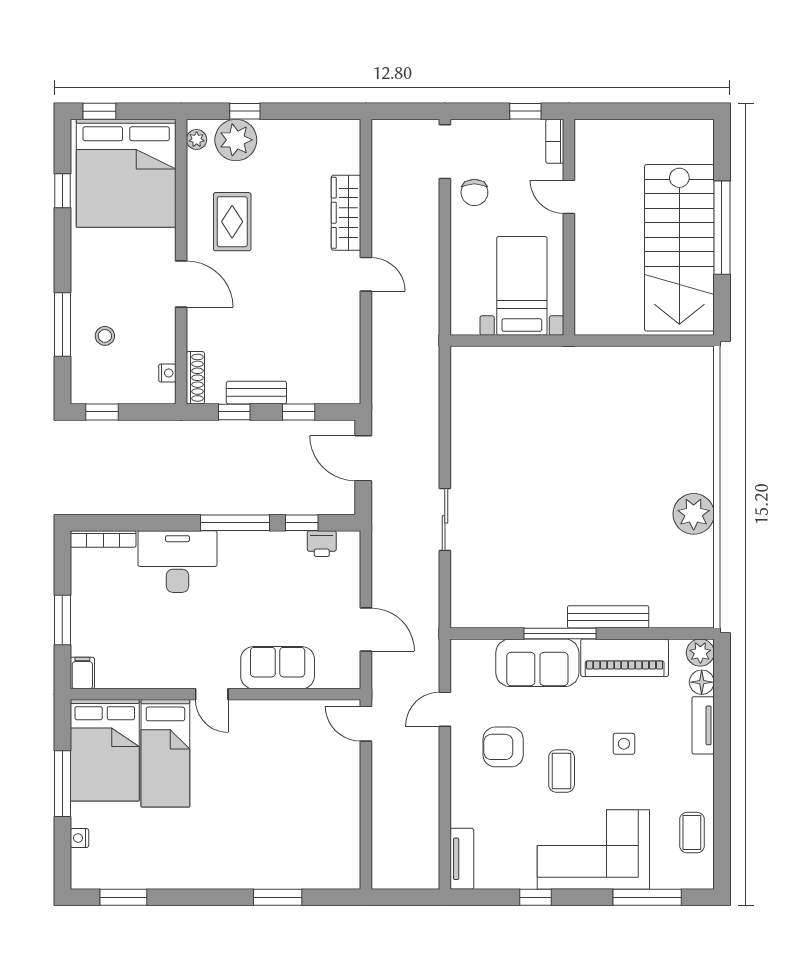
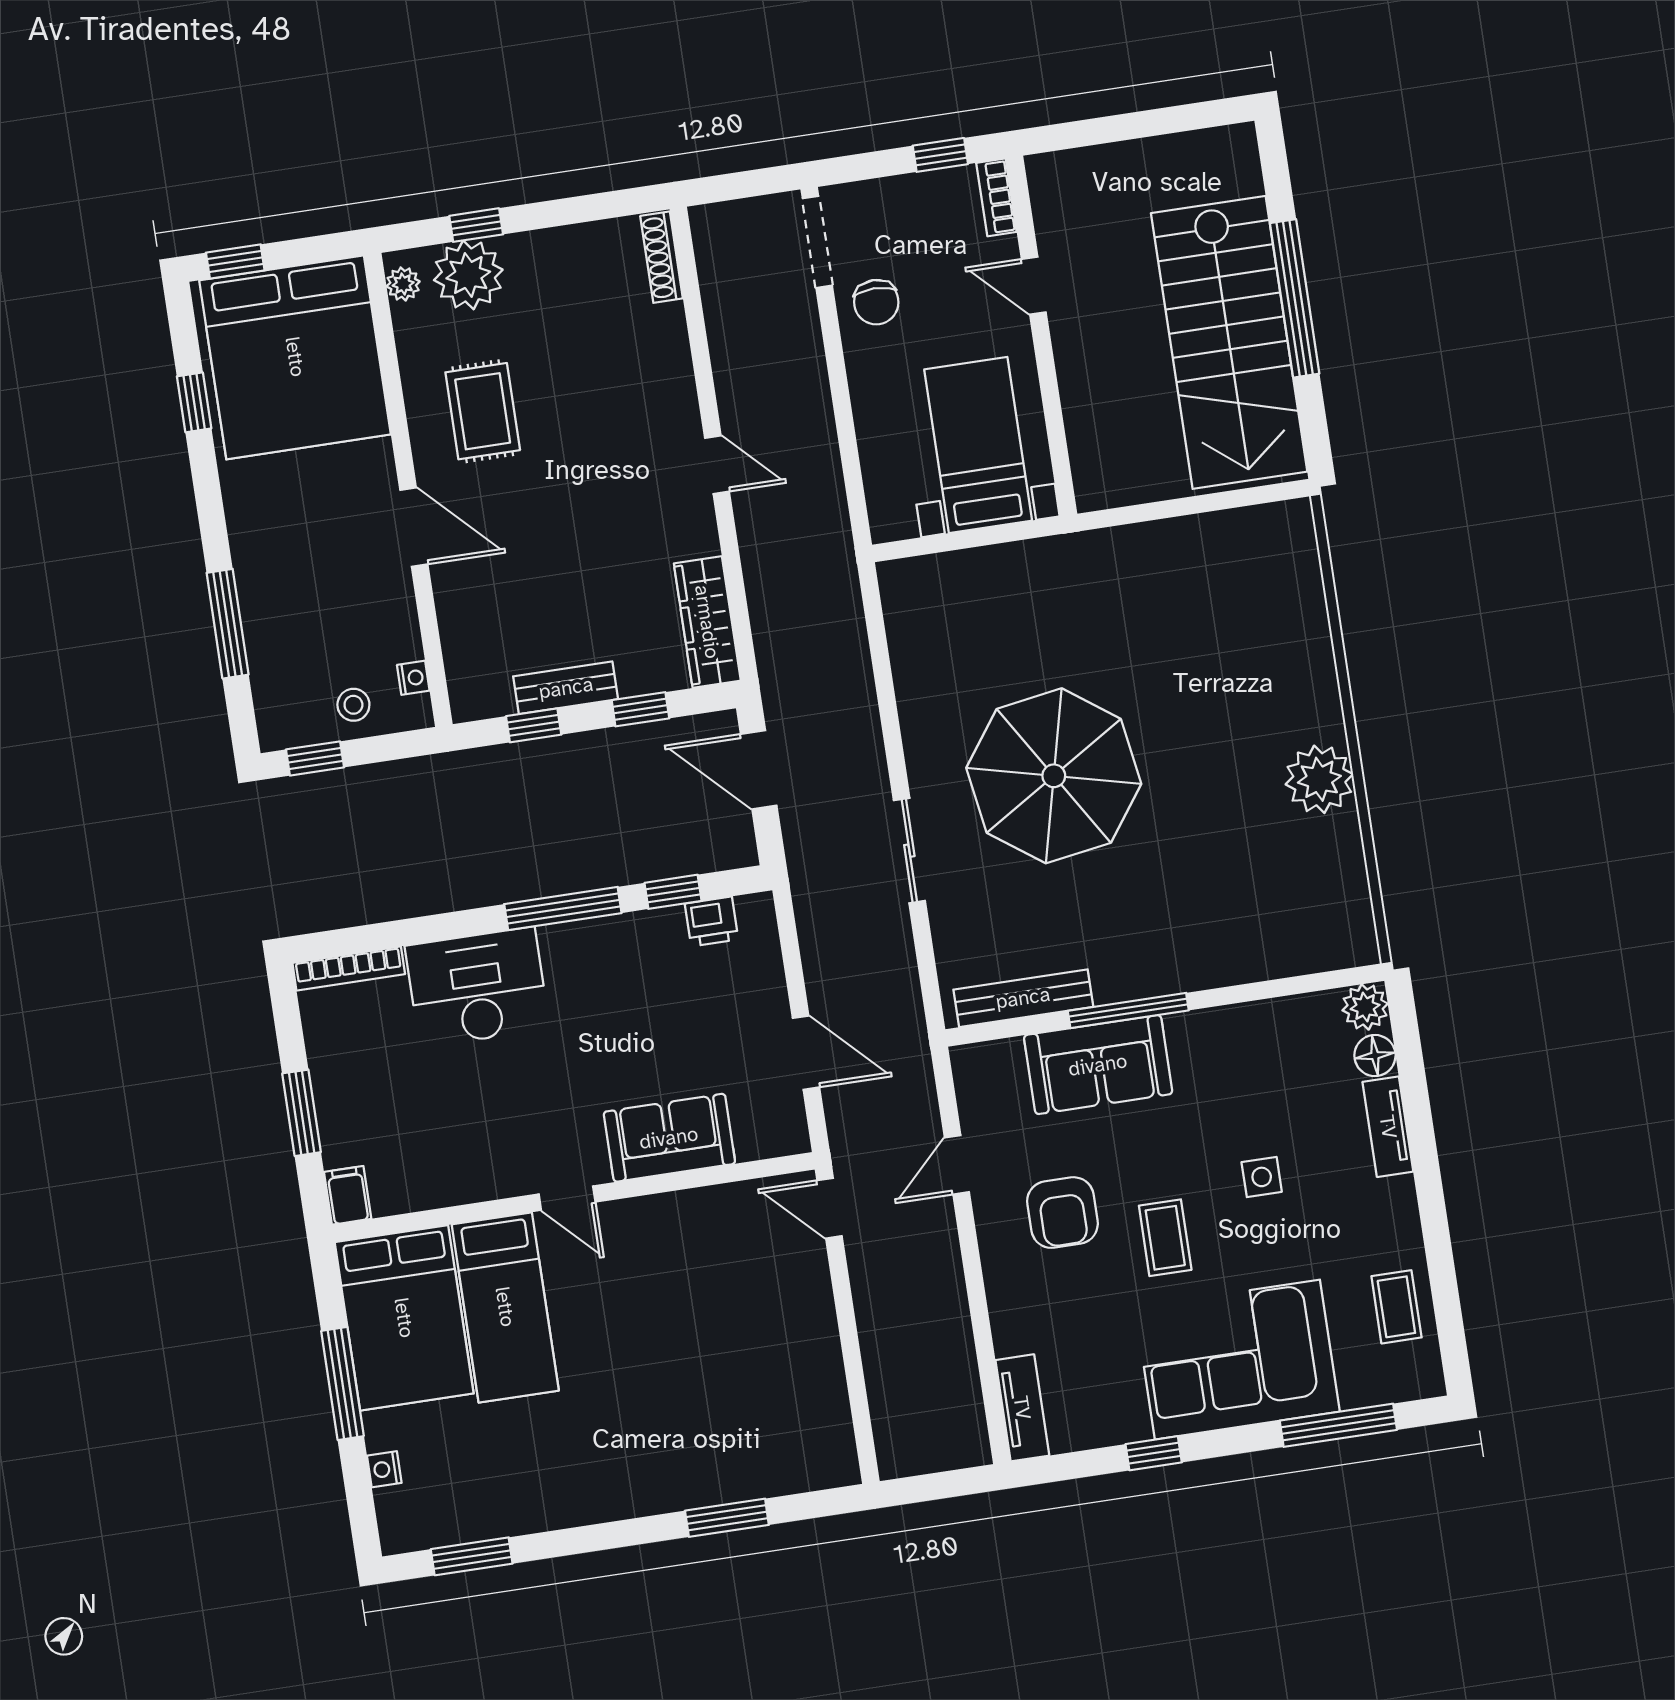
wardrobe: (346, 213) -> (707, 622), moved
stool: (105, 336) -> (353, 705), moved
shoe rack: (195, 378) -> (662, 257), moved, turned 180
parasol: (537, 488) -> (1054, 776), added
bench: (608, 617) -> (1023, 998), moved
piano: (625, 658) -> (1241, 1035), removed
armchair: (503, 747) -> (1062, 1213), turned -90

